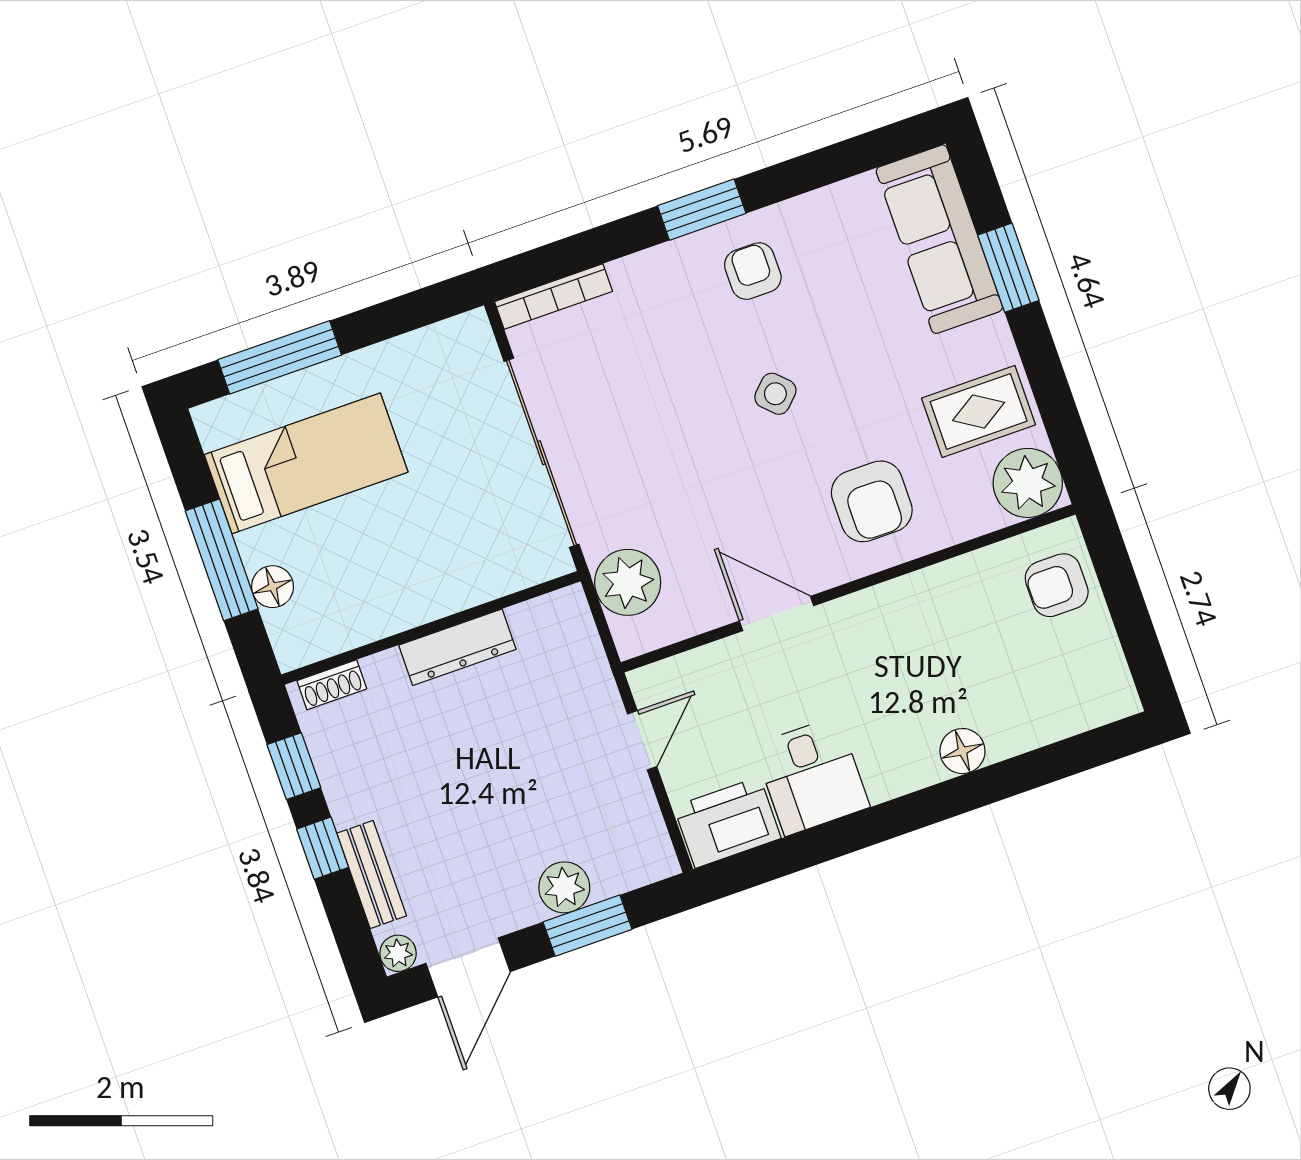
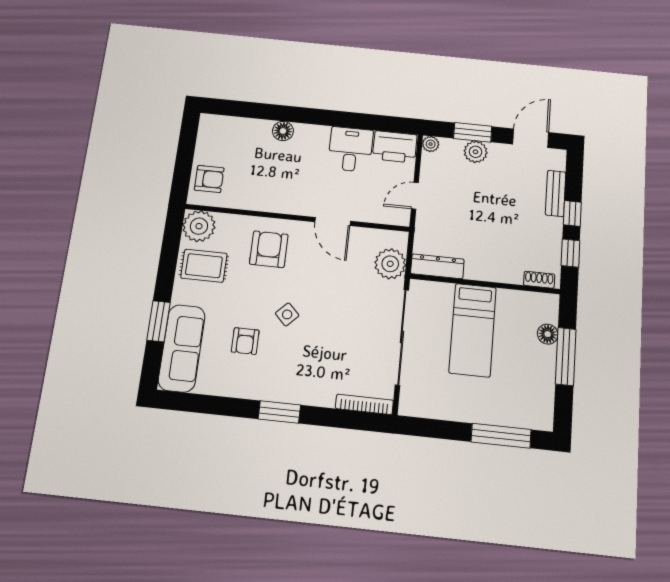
armchair: (753, 271) -> (245, 341), moved
bed: (306, 463) -> (473, 330), moved, turned -90
dresser: (457, 647) -> (437, 266), moved
plant: (398, 953) -> (431, 144), moved

